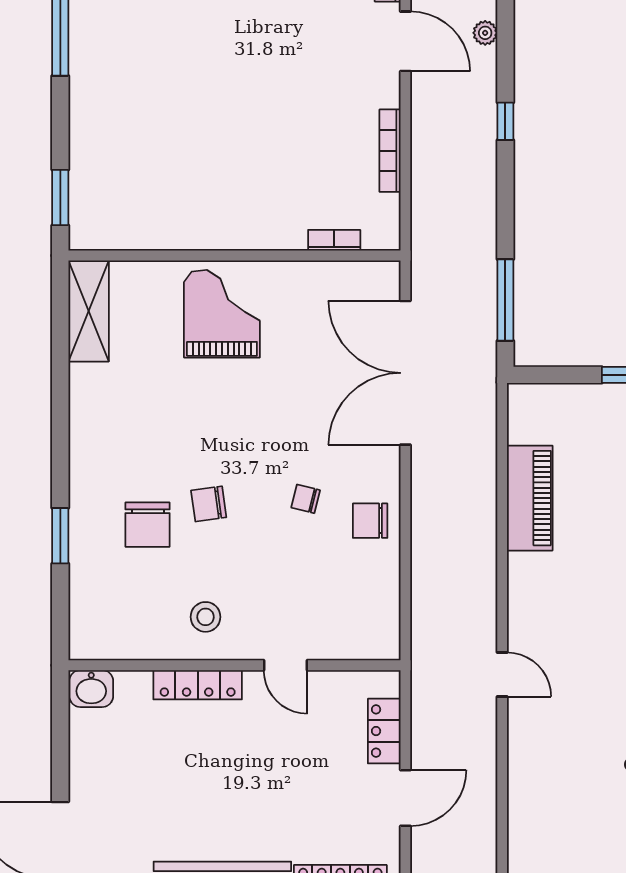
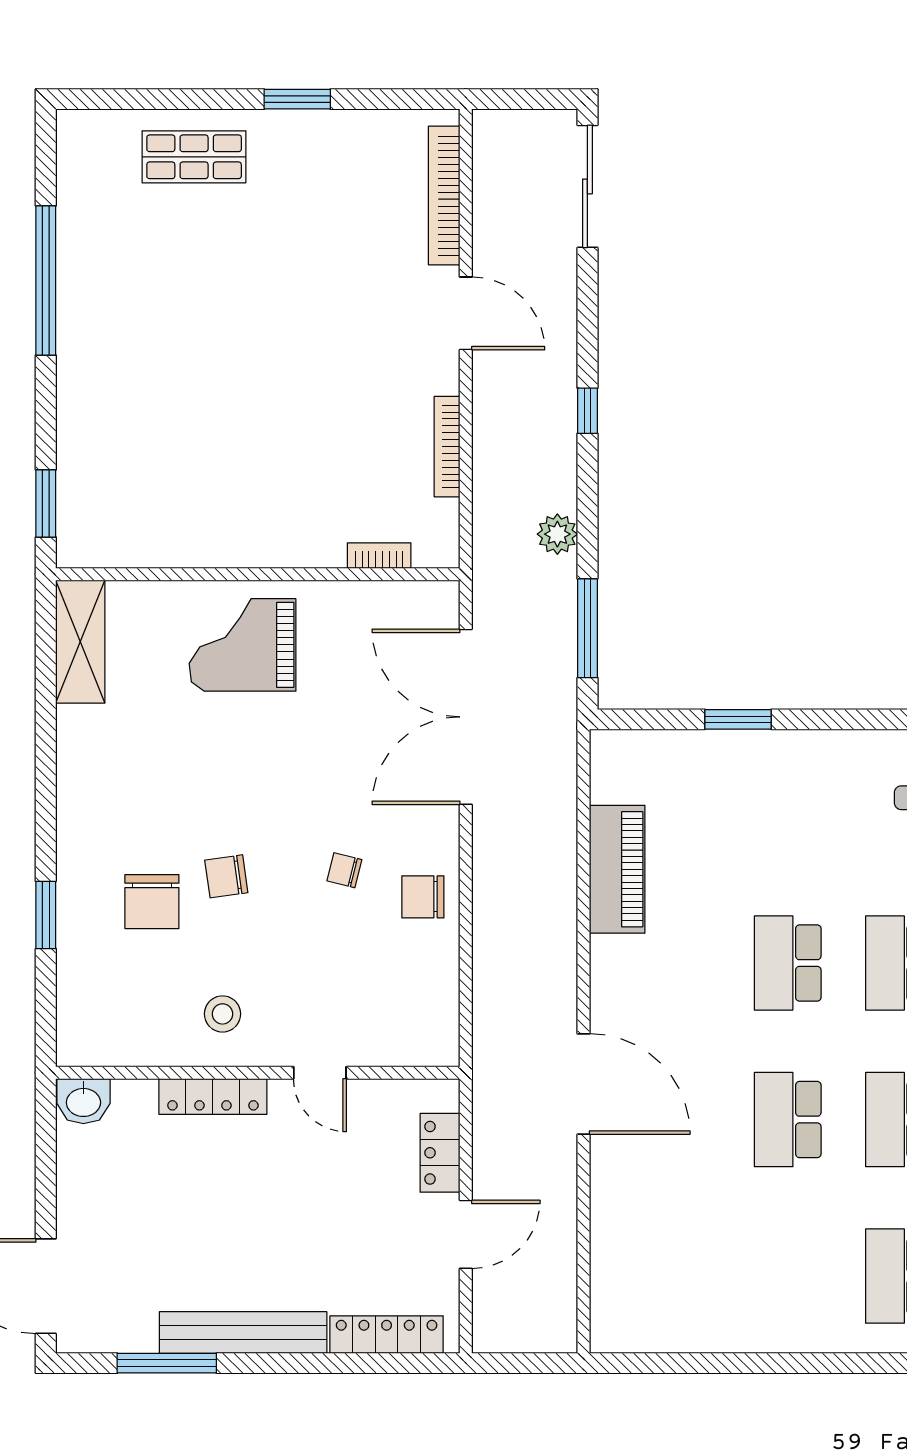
plant: (485, 33) -> (557, 534), moved, width x1.38, depth x1.38
grand piano: (222, 314) -> (243, 645), turned -90
door: (502, 675) -> (584, 1084), width x1.88

